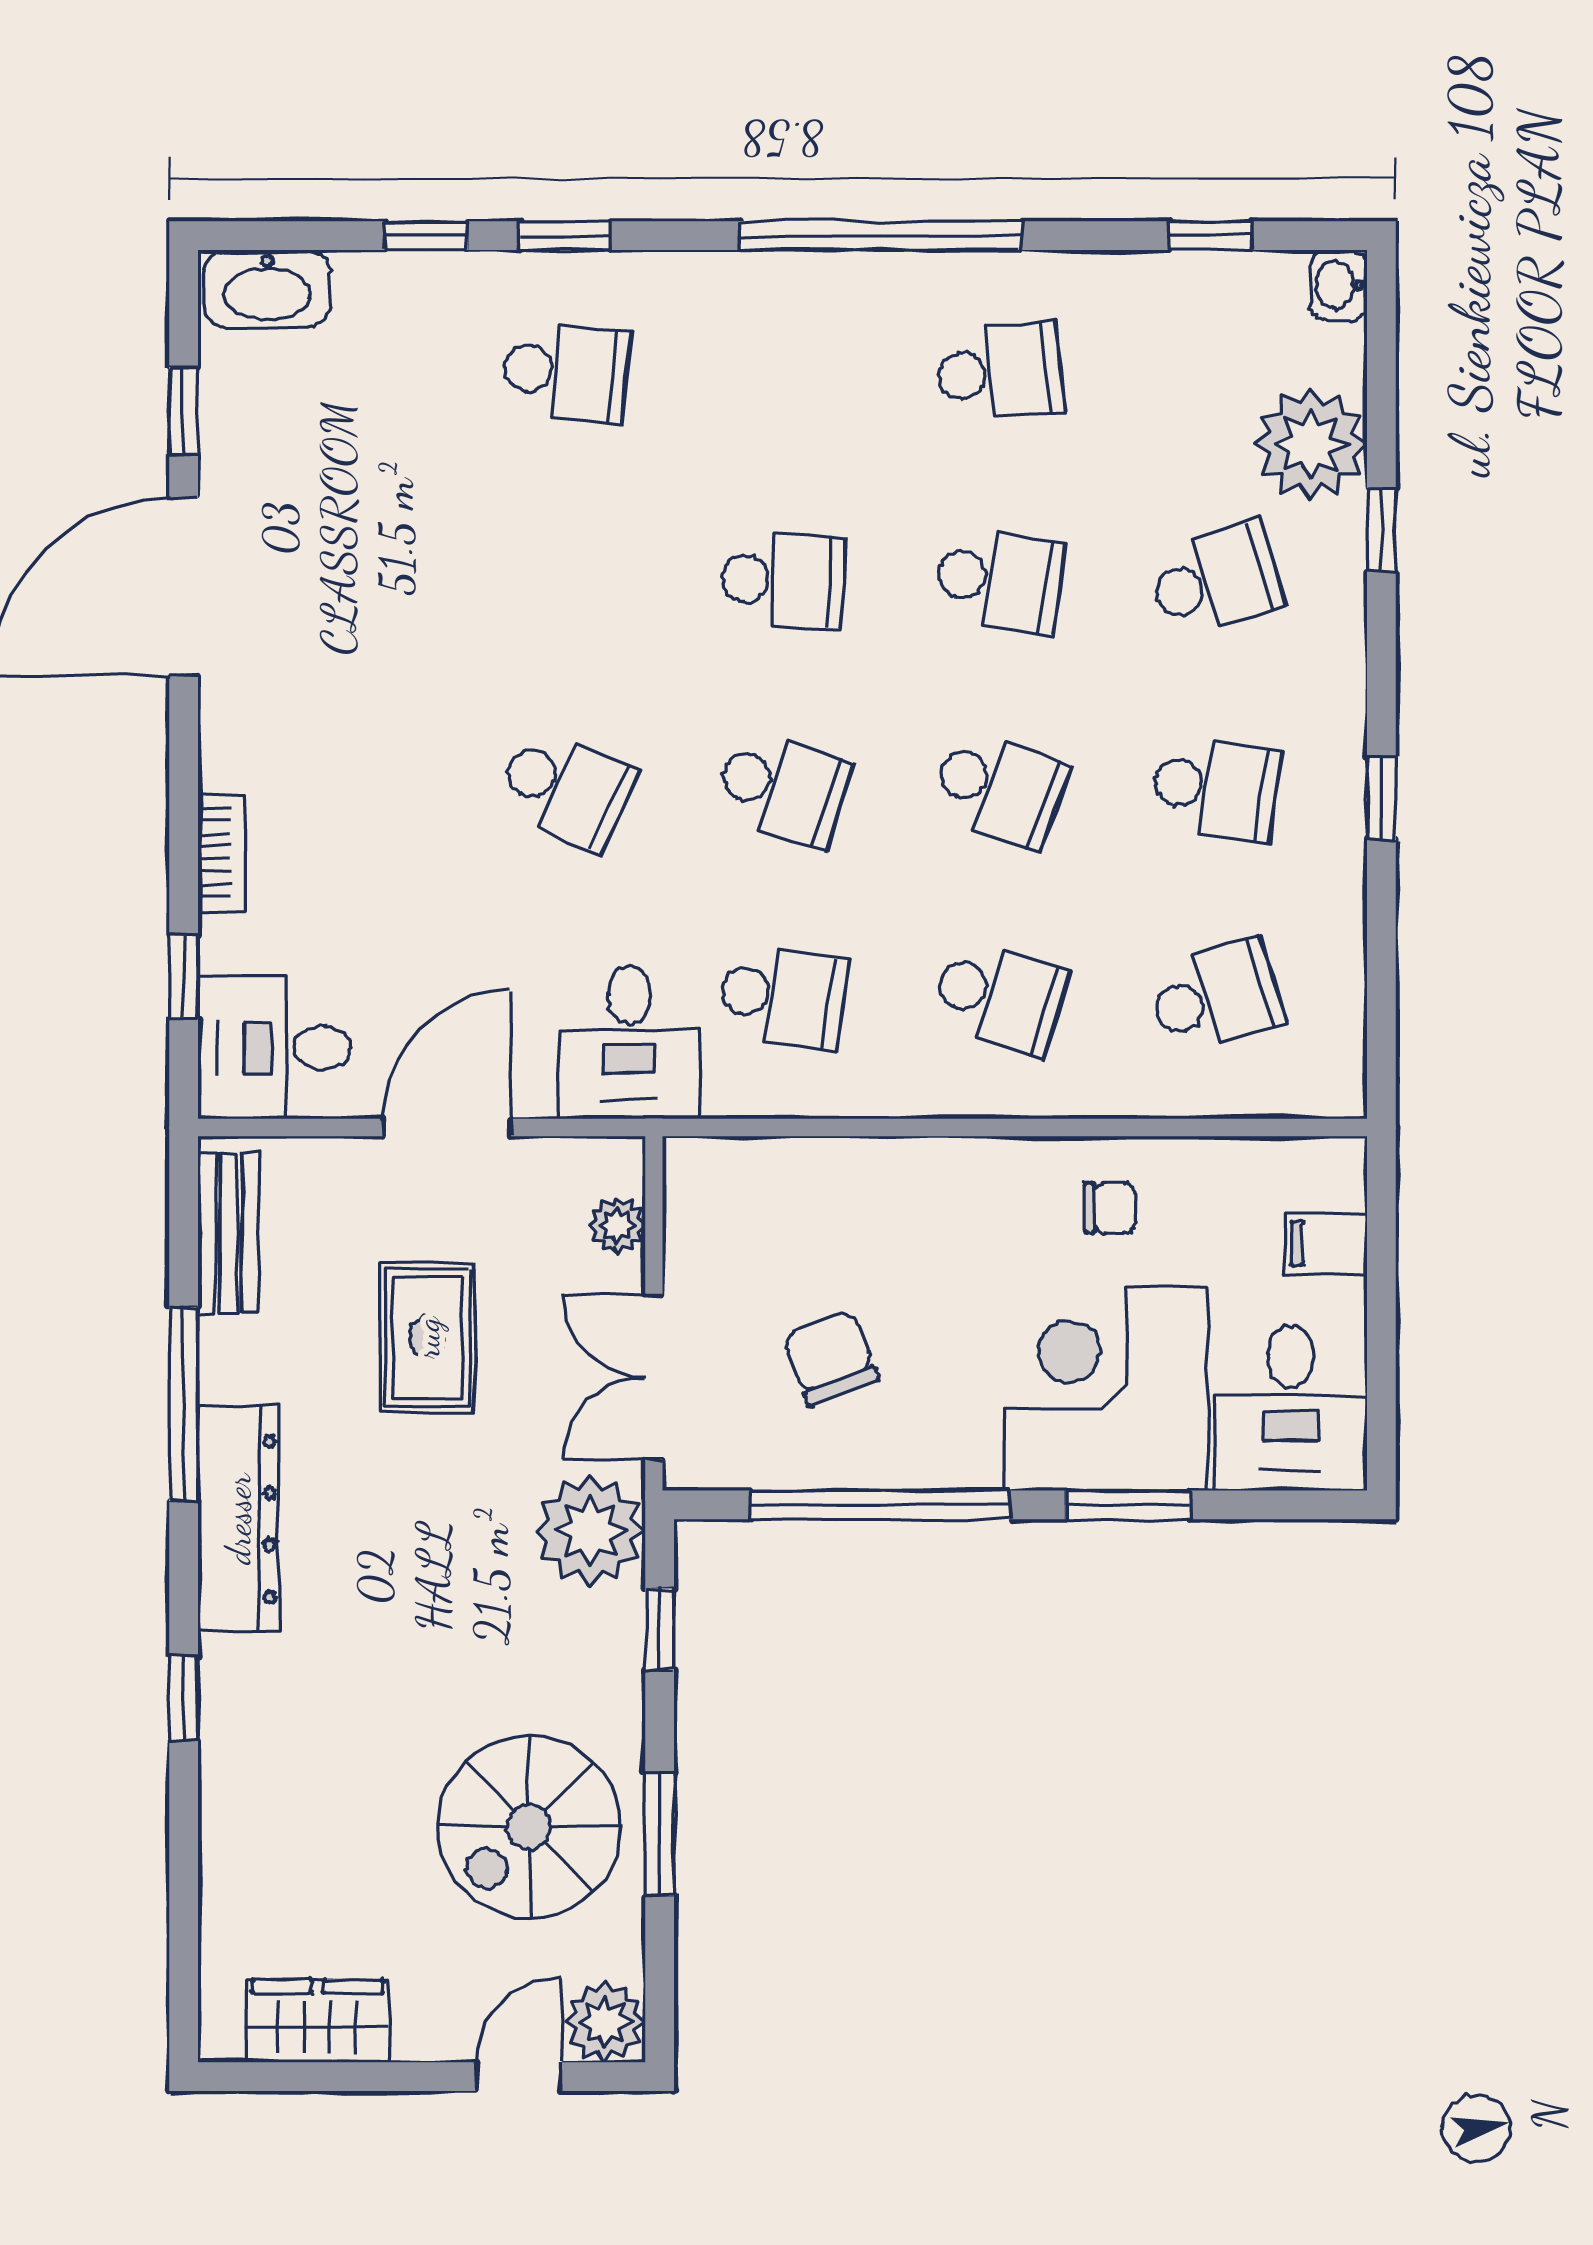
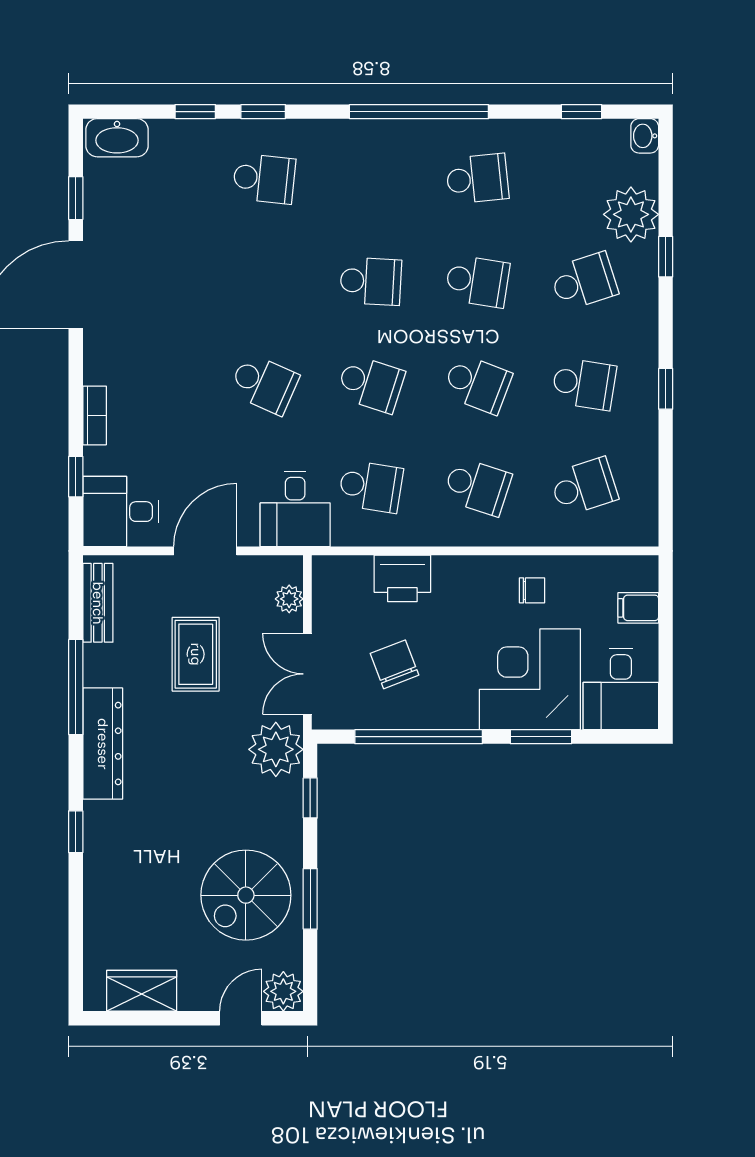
printer: (847, 1183) -> (402, 578), added

